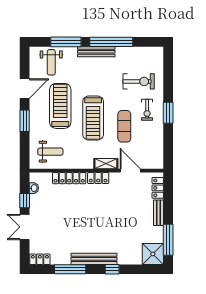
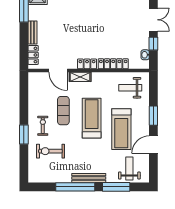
window: (168, 113) -> (24, 135), moved

